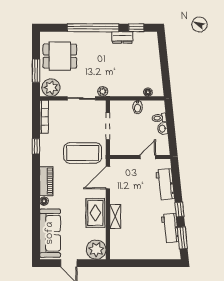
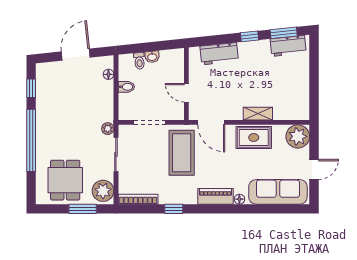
dresser: (122, 37) -> (43, 105), removed
door: (164, 65) -> (76, 55), added
door: (148, 157) -> (186, 93), moved
workbench: (170, 228) -> (288, 46), moved

